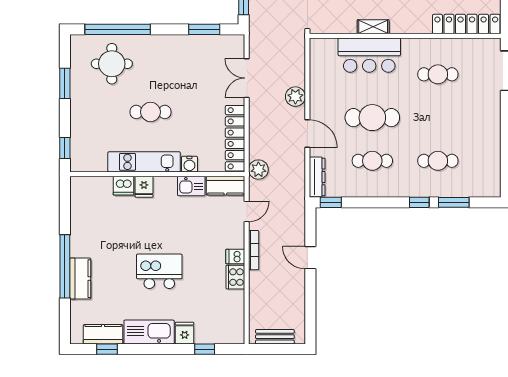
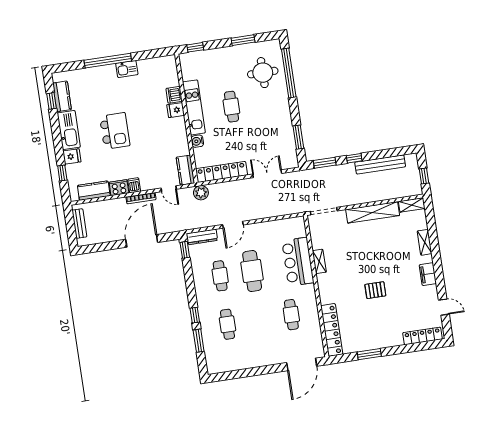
plant: (295, 97) -> (259, 212), removed
kitchen sink: (191, 186) -> (127, 69), moved, turned -90
door: (310, 258) -> (142, 241), width x1.87
kitchen counter: (80, 279) -> (94, 191), moved, turned 180

